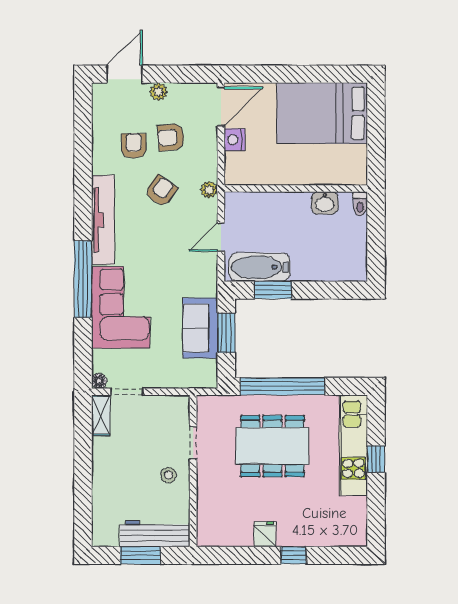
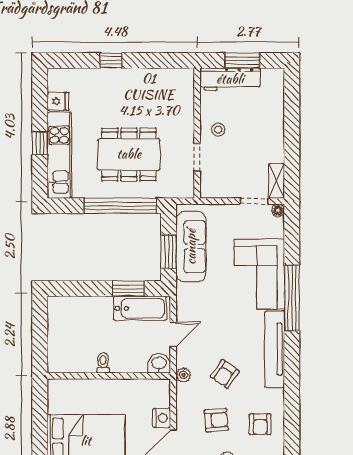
armchair: (134, 146) -> (260, 424), moved
washbasin: (325, 203) -> (159, 364), moved
toilet: (360, 204) -> (103, 363), moved
sofa: (200, 328) -> (191, 247), width x1.36
fridge: (265, 534) -> (58, 101), moved, turned -90

